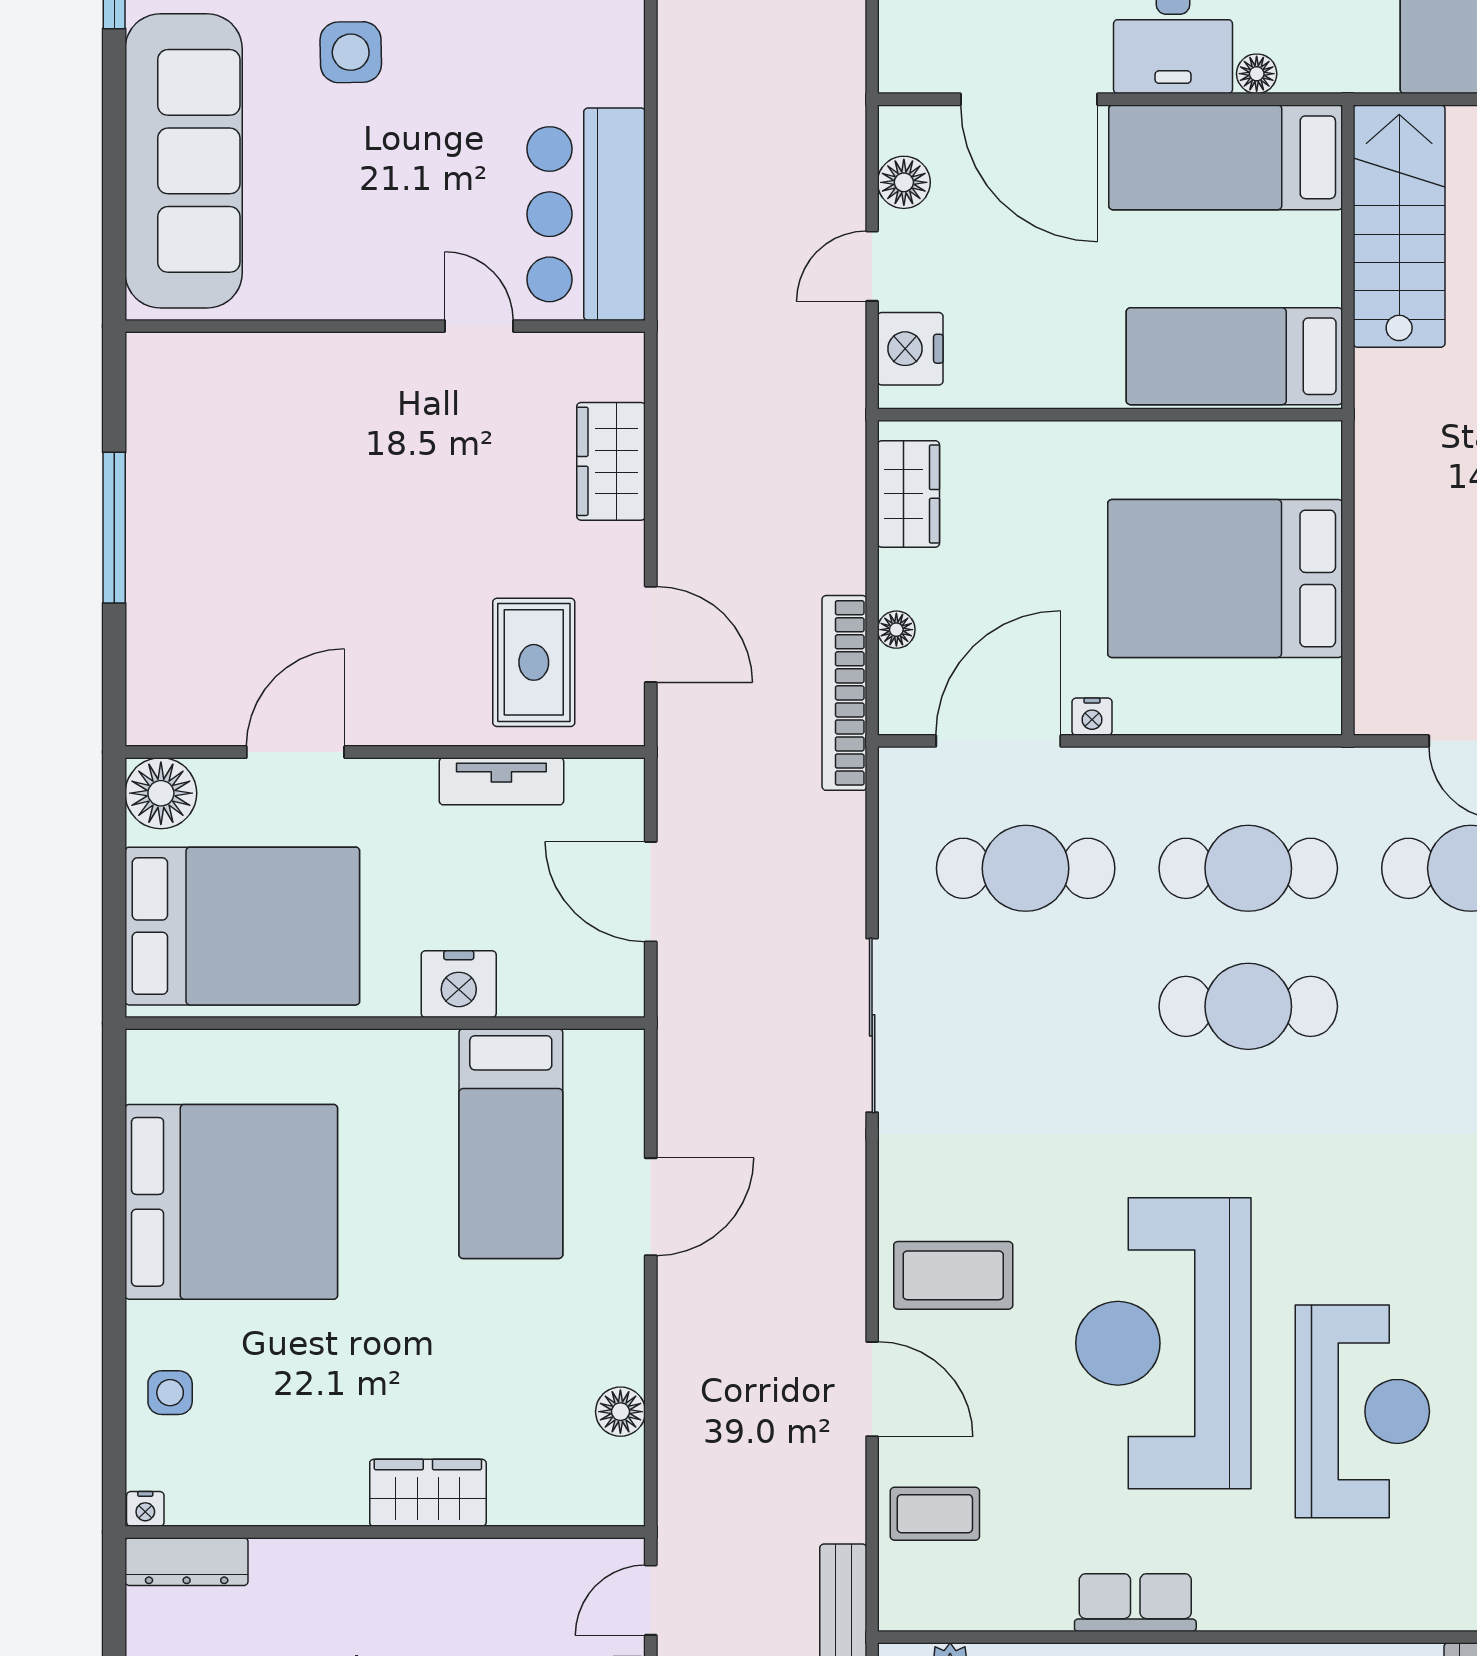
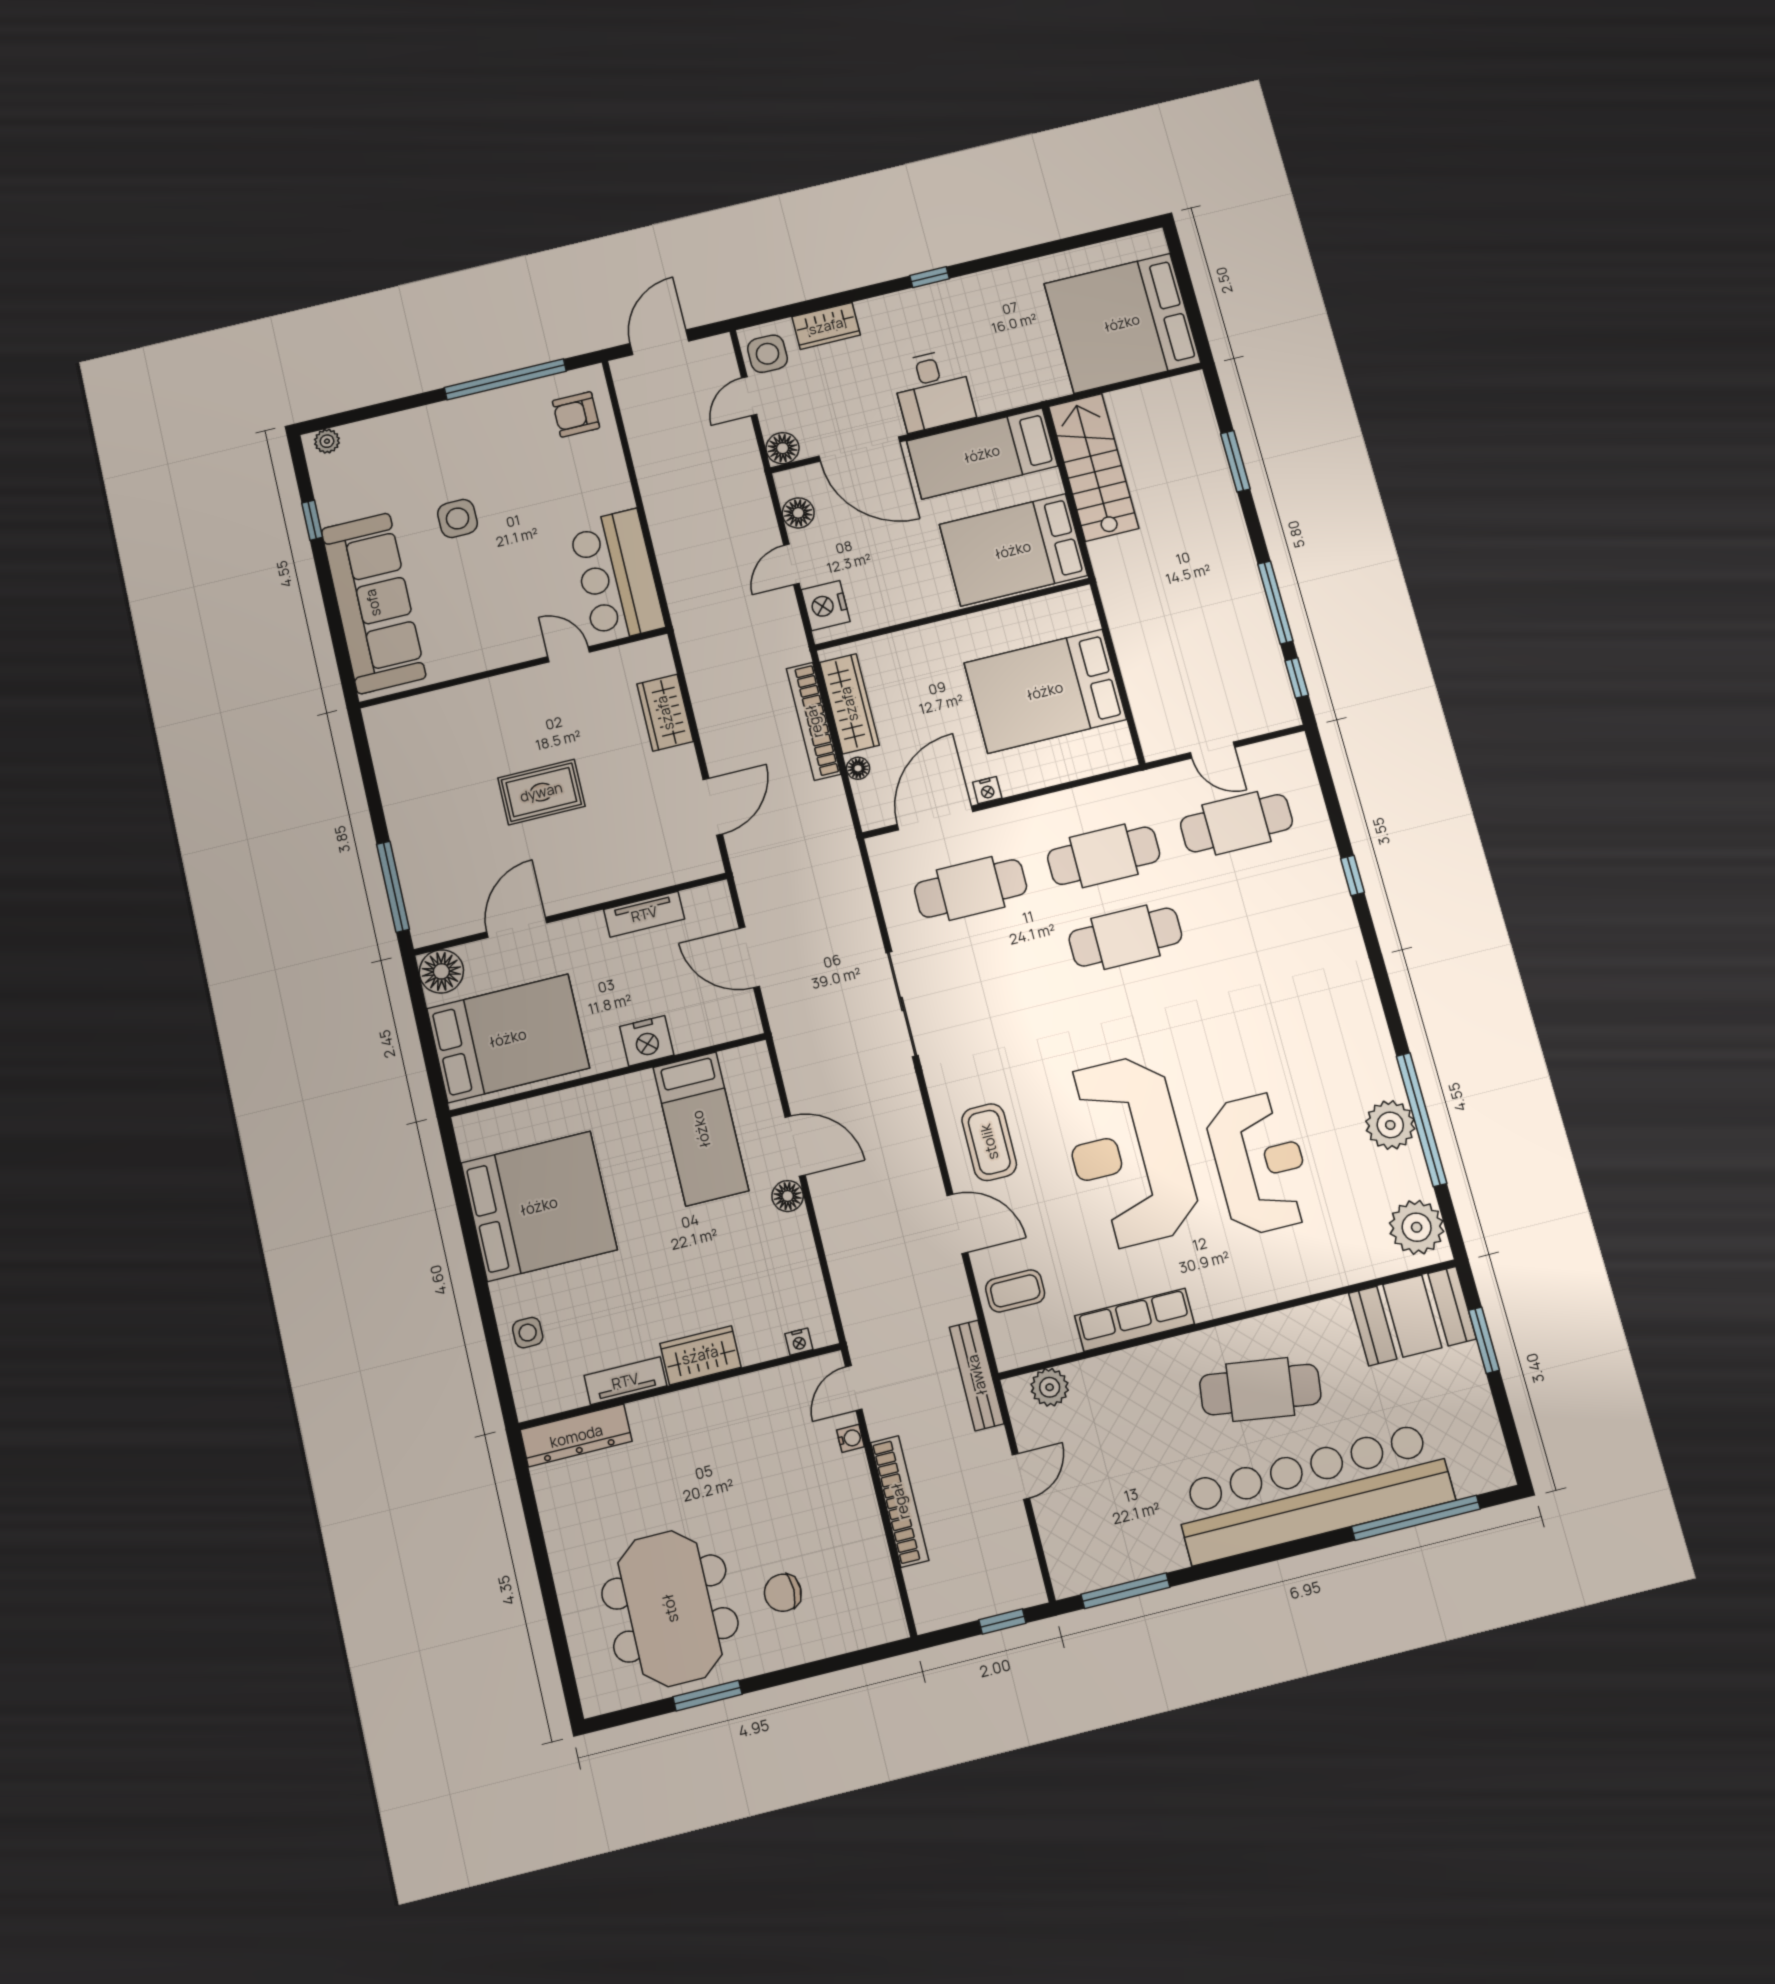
floor lamp: (1257, 74) -> (783, 448), moved, width x1.37, depth x1.37
bed: (1234, 356) -> (1013, 550), width x1.50
wardrobe: (909, 494) -> (849, 704), width x1.50
window: (114, 528) -> (393, 887), moved
door: (651, 634) -> (713, 807), hinge flipped
rug: (534, 662) -> (541, 792), moved, turned 90
bookcase: (844, 693) -> (814, 721), moved
door: (651, 1207) -> (795, 1146), hinge flipped
coffee table: (953, 1275) -> (989, 1142), turned 90
floor lamp: (620, 1412) -> (788, 1196), moved
tv unit: (304, 1503) -> (625, 1381), added
nightstand: (145, 1509) -> (799, 1342), moved
dresser: (187, 1562) -> (576, 1436), width x1.37, depth x1.24
row of seats: (1135, 1603) -> (1135, 1320), width x1.48

